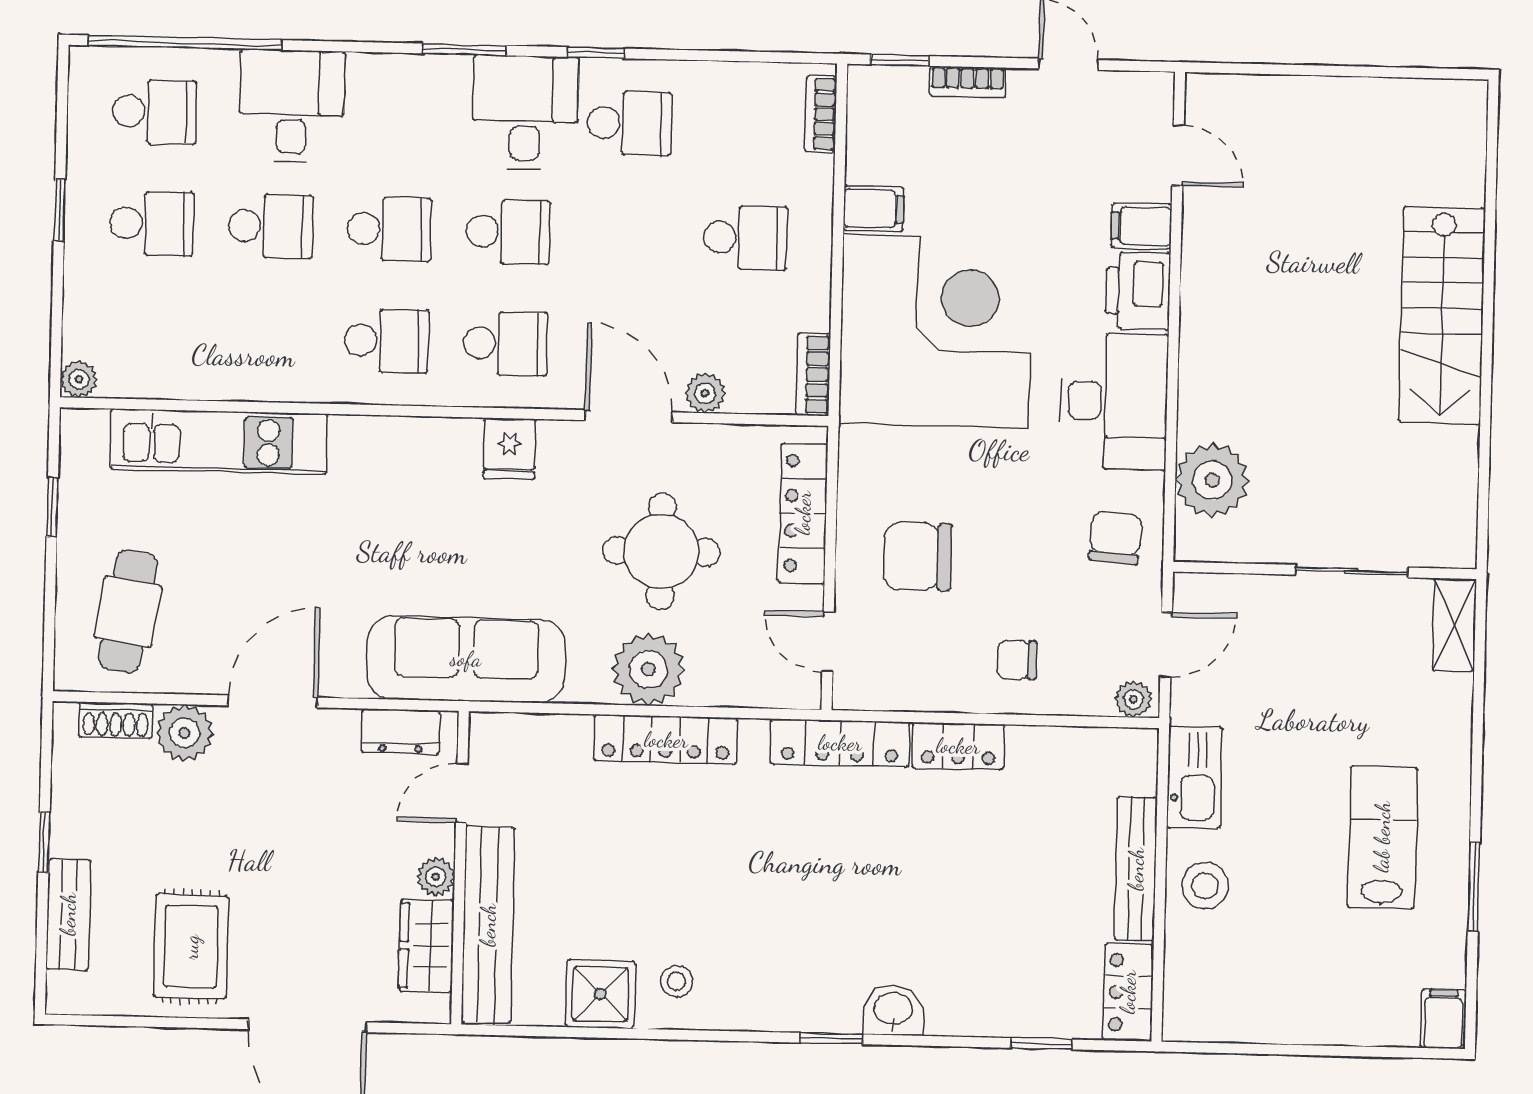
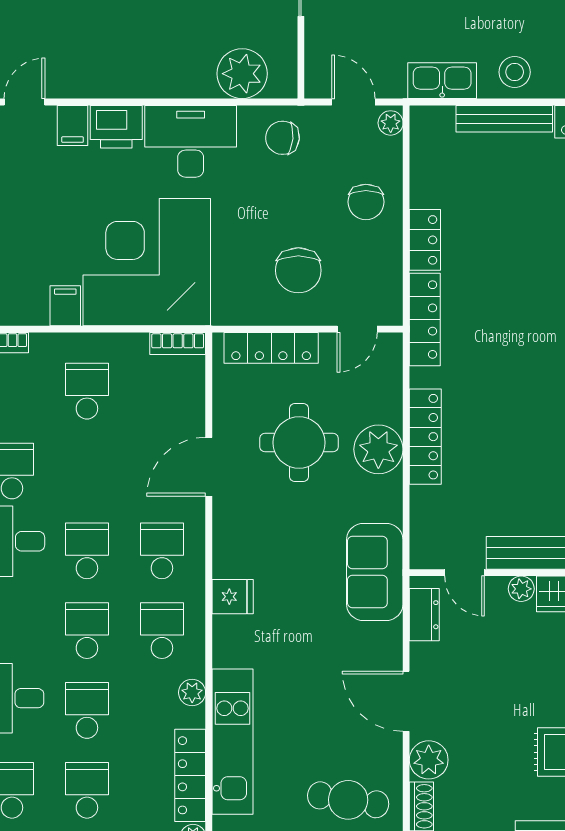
locker: (170, 377) -> (190, 775), added
plant: (705, 393) -> (192, 693), moved
fridge: (509, 449) -> (233, 597), moved
sofa: (466, 659) -> (375, 572), width x0.73
chair: (1017, 660) -> (366, 202), width x1.37, depth x1.37

